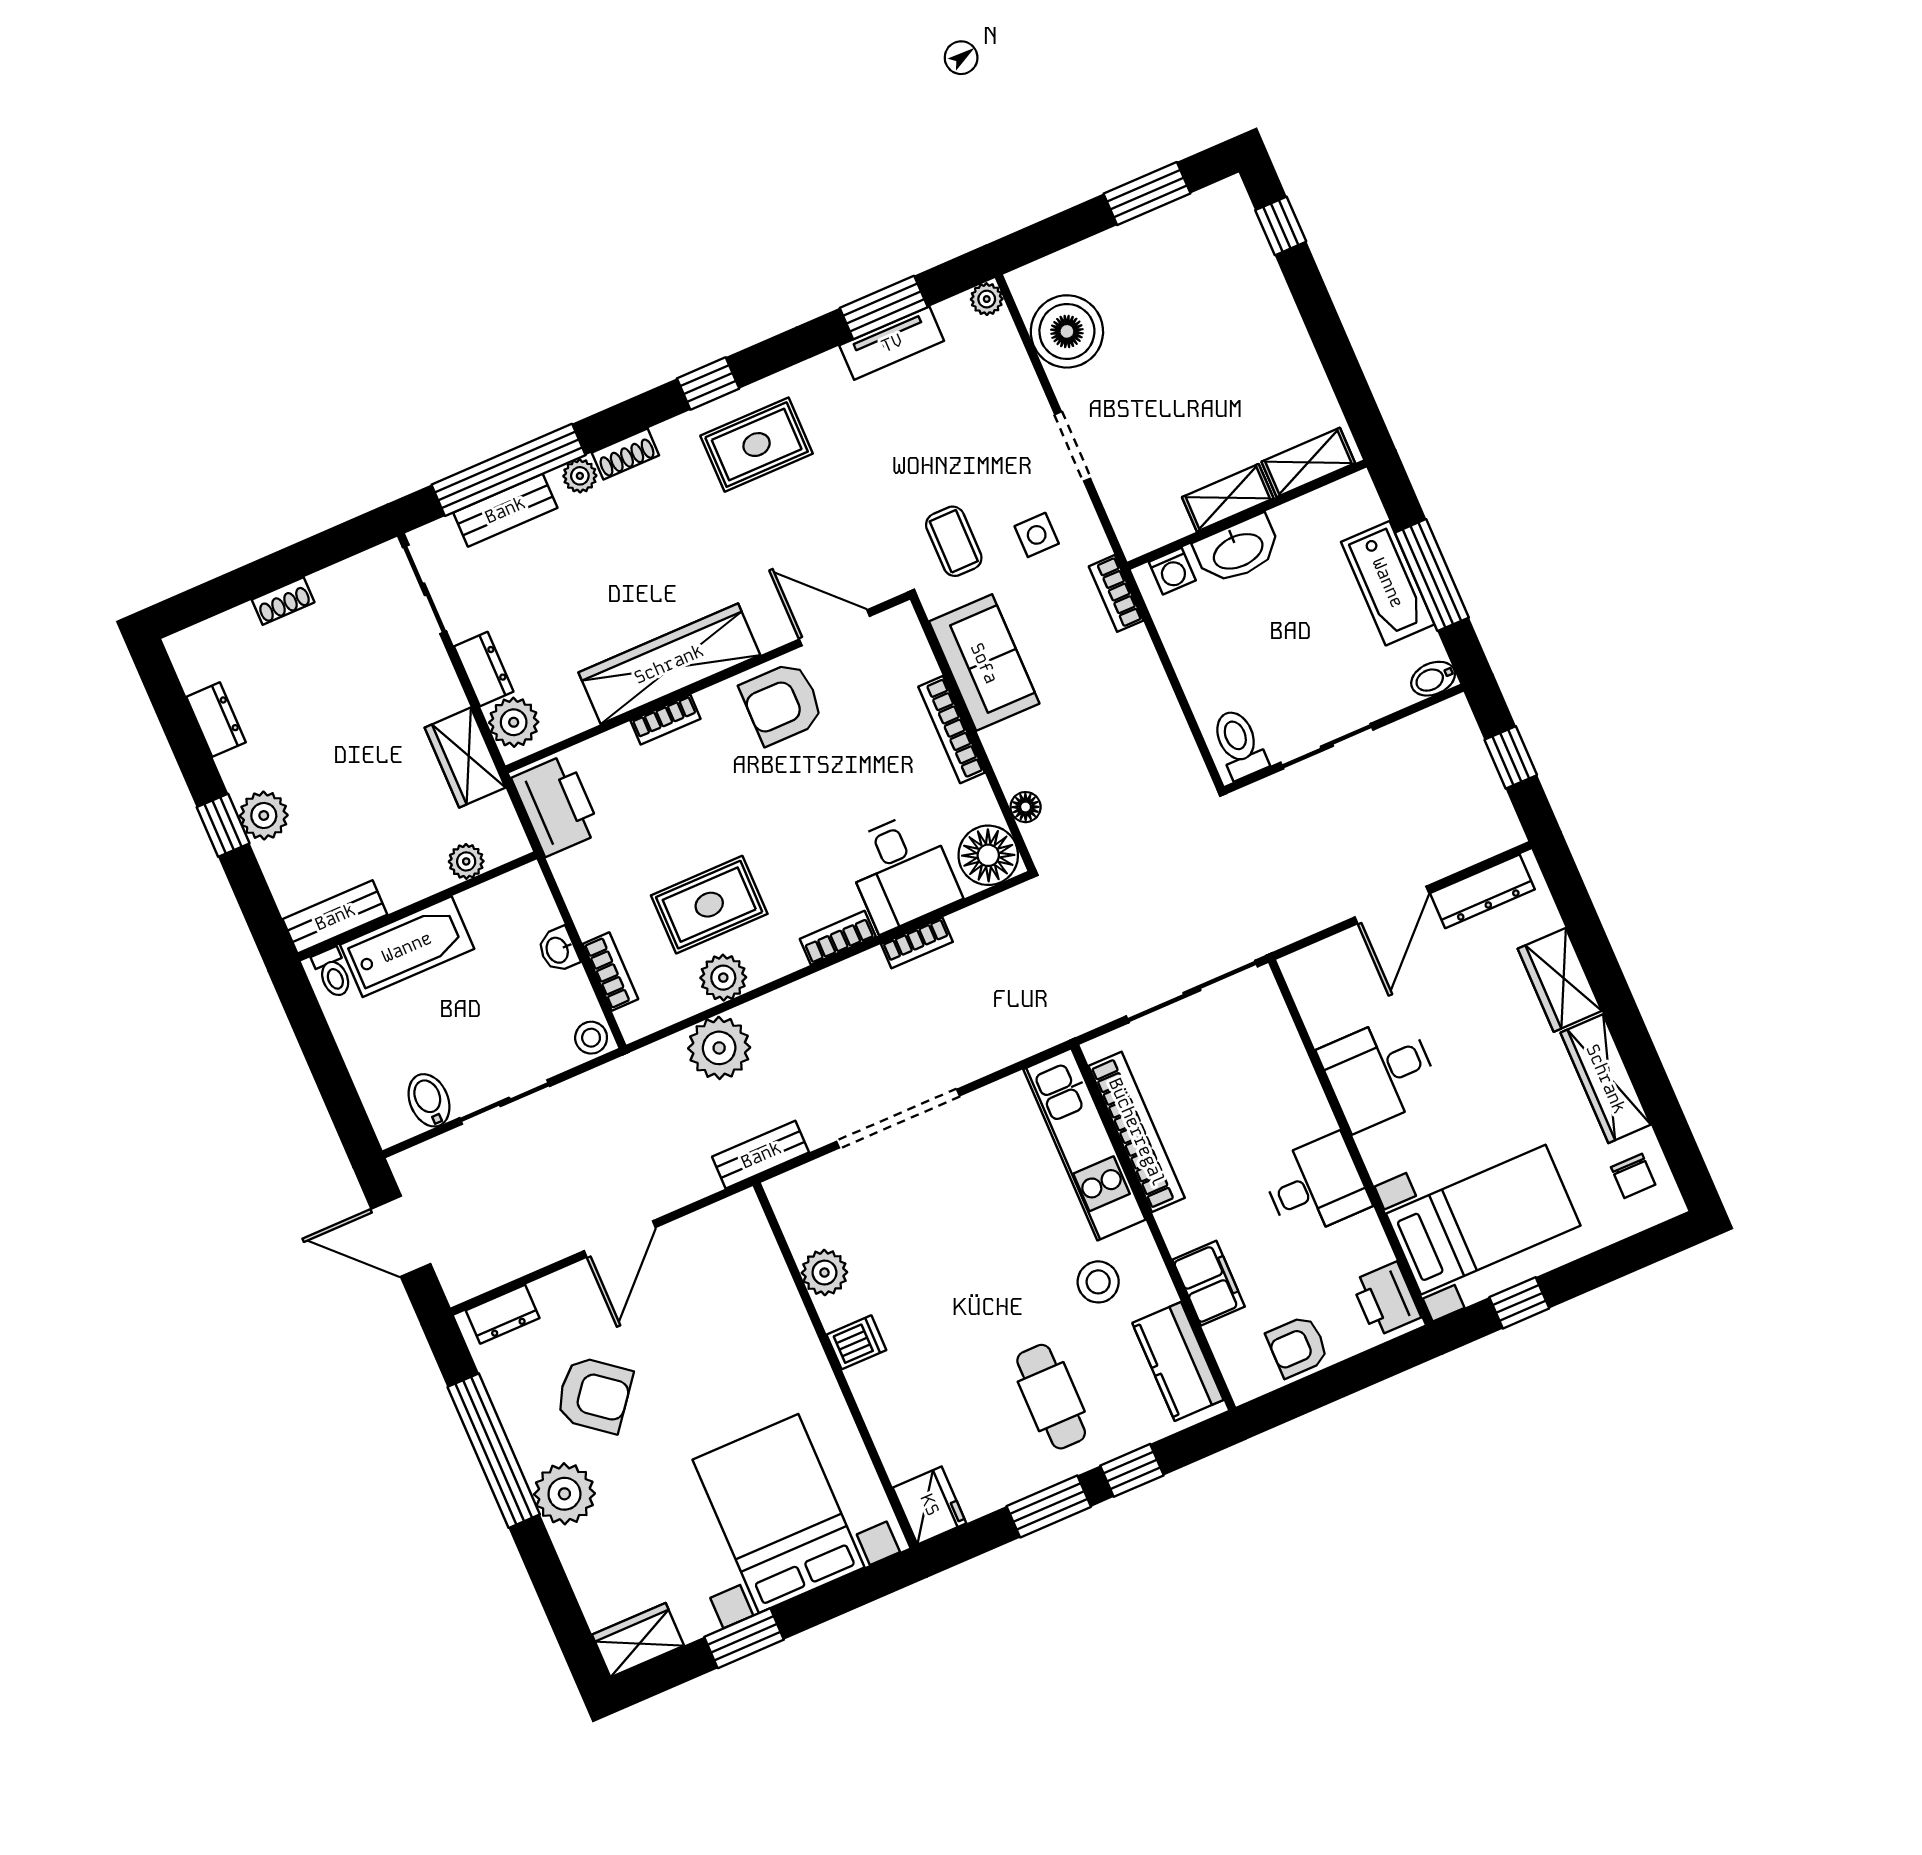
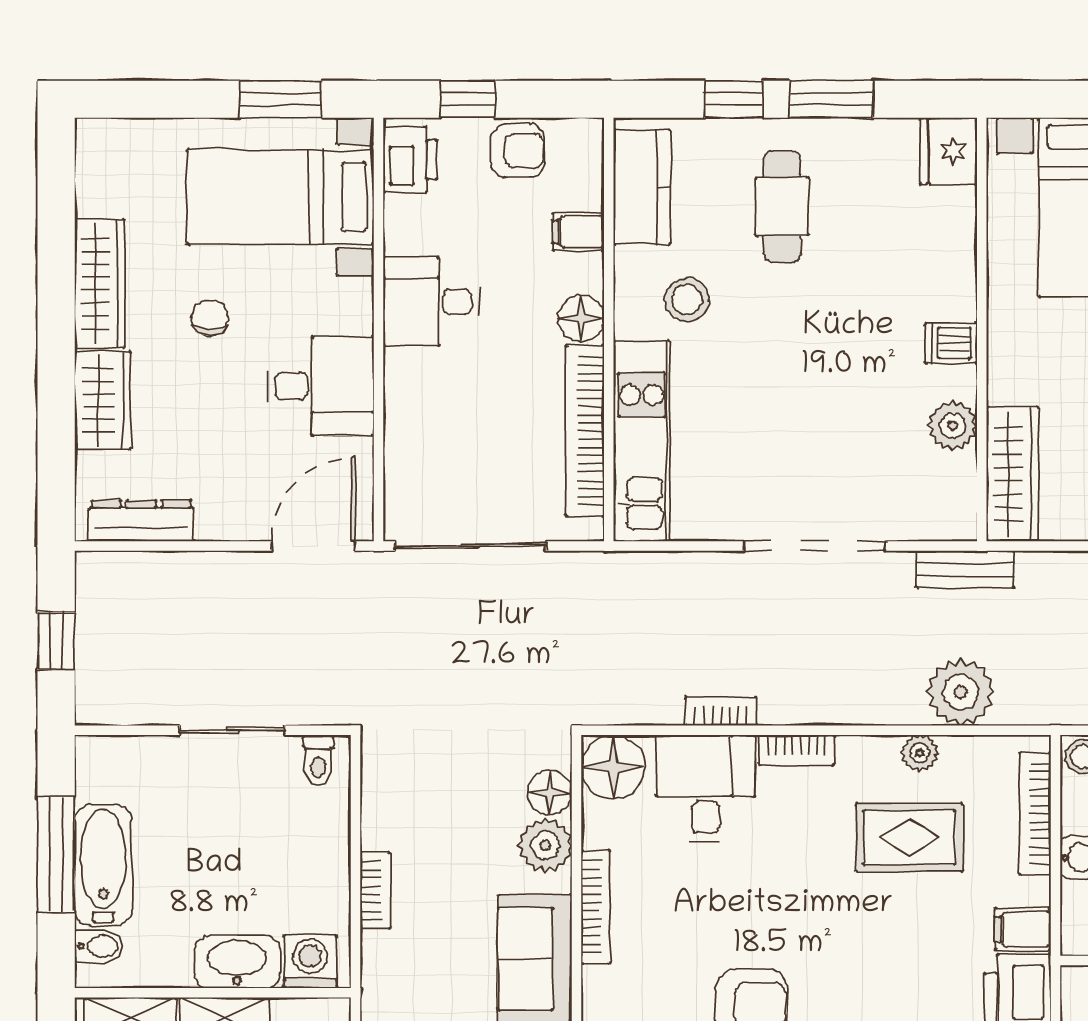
washing machine: (1172, 571) -> (310, 962), width x1.38, depth x1.38
bookcase: (1116, 593) -> (375, 890), moved
bidet: (1433, 679) -> (99, 946), moved
toilet: (1239, 744) -> (318, 760), width x0.73, depth x0.72
plant: (1017, 764) -> (545, 845), added
floor lamp: (1026, 807) -> (550, 793), width x1.37, depth x1.37
filing cabinet: (578, 868) -> (1023, 929), added
door: (1392, 905) -> (313, 546), moved
bookcase: (610, 972) -> (1035, 814), width x1.56
plant: (723, 978) -> (920, 753), width x0.73, depth x0.73
chair: (1633, 1176) -> (210, 318), moved
floor lamp: (1181, 1227) -> (581, 319), added
wardrobe: (755, 1253) -> (1012, 474), added
filing cabinet: (1209, 1283) -> (578, 232), width x0.50
window: (1519, 1303) -> (280, 99), width x1.50
window: (1359, 1372) -> (468, 99), added

